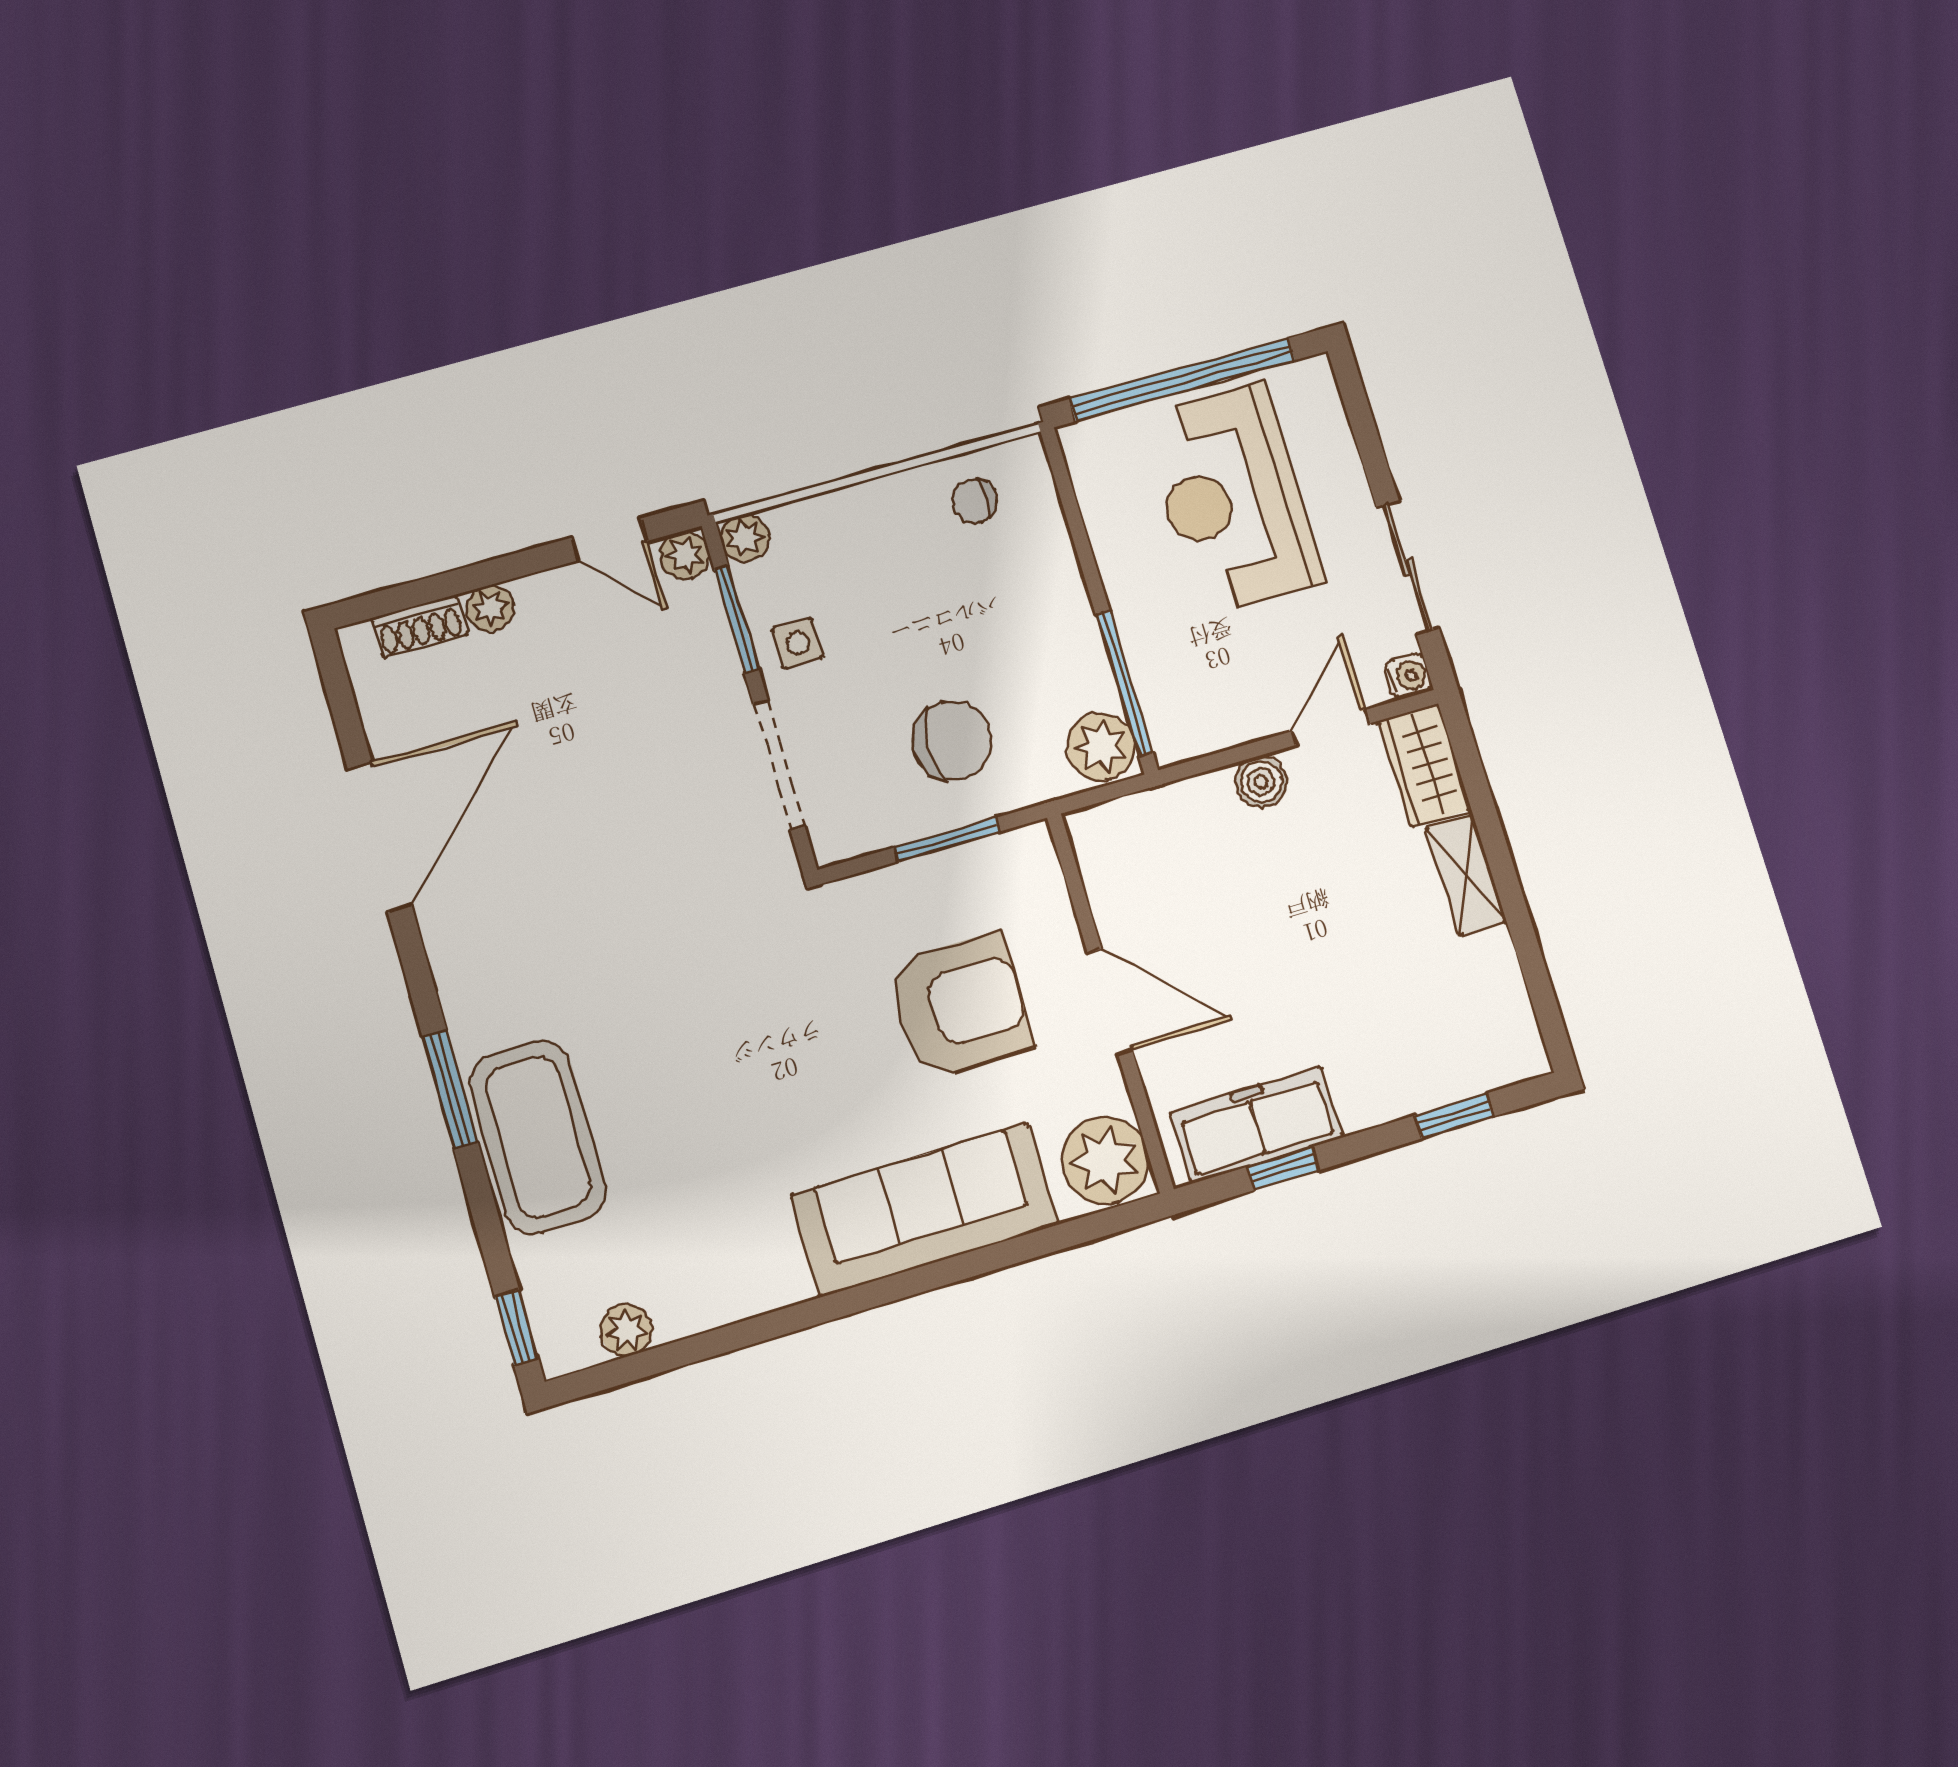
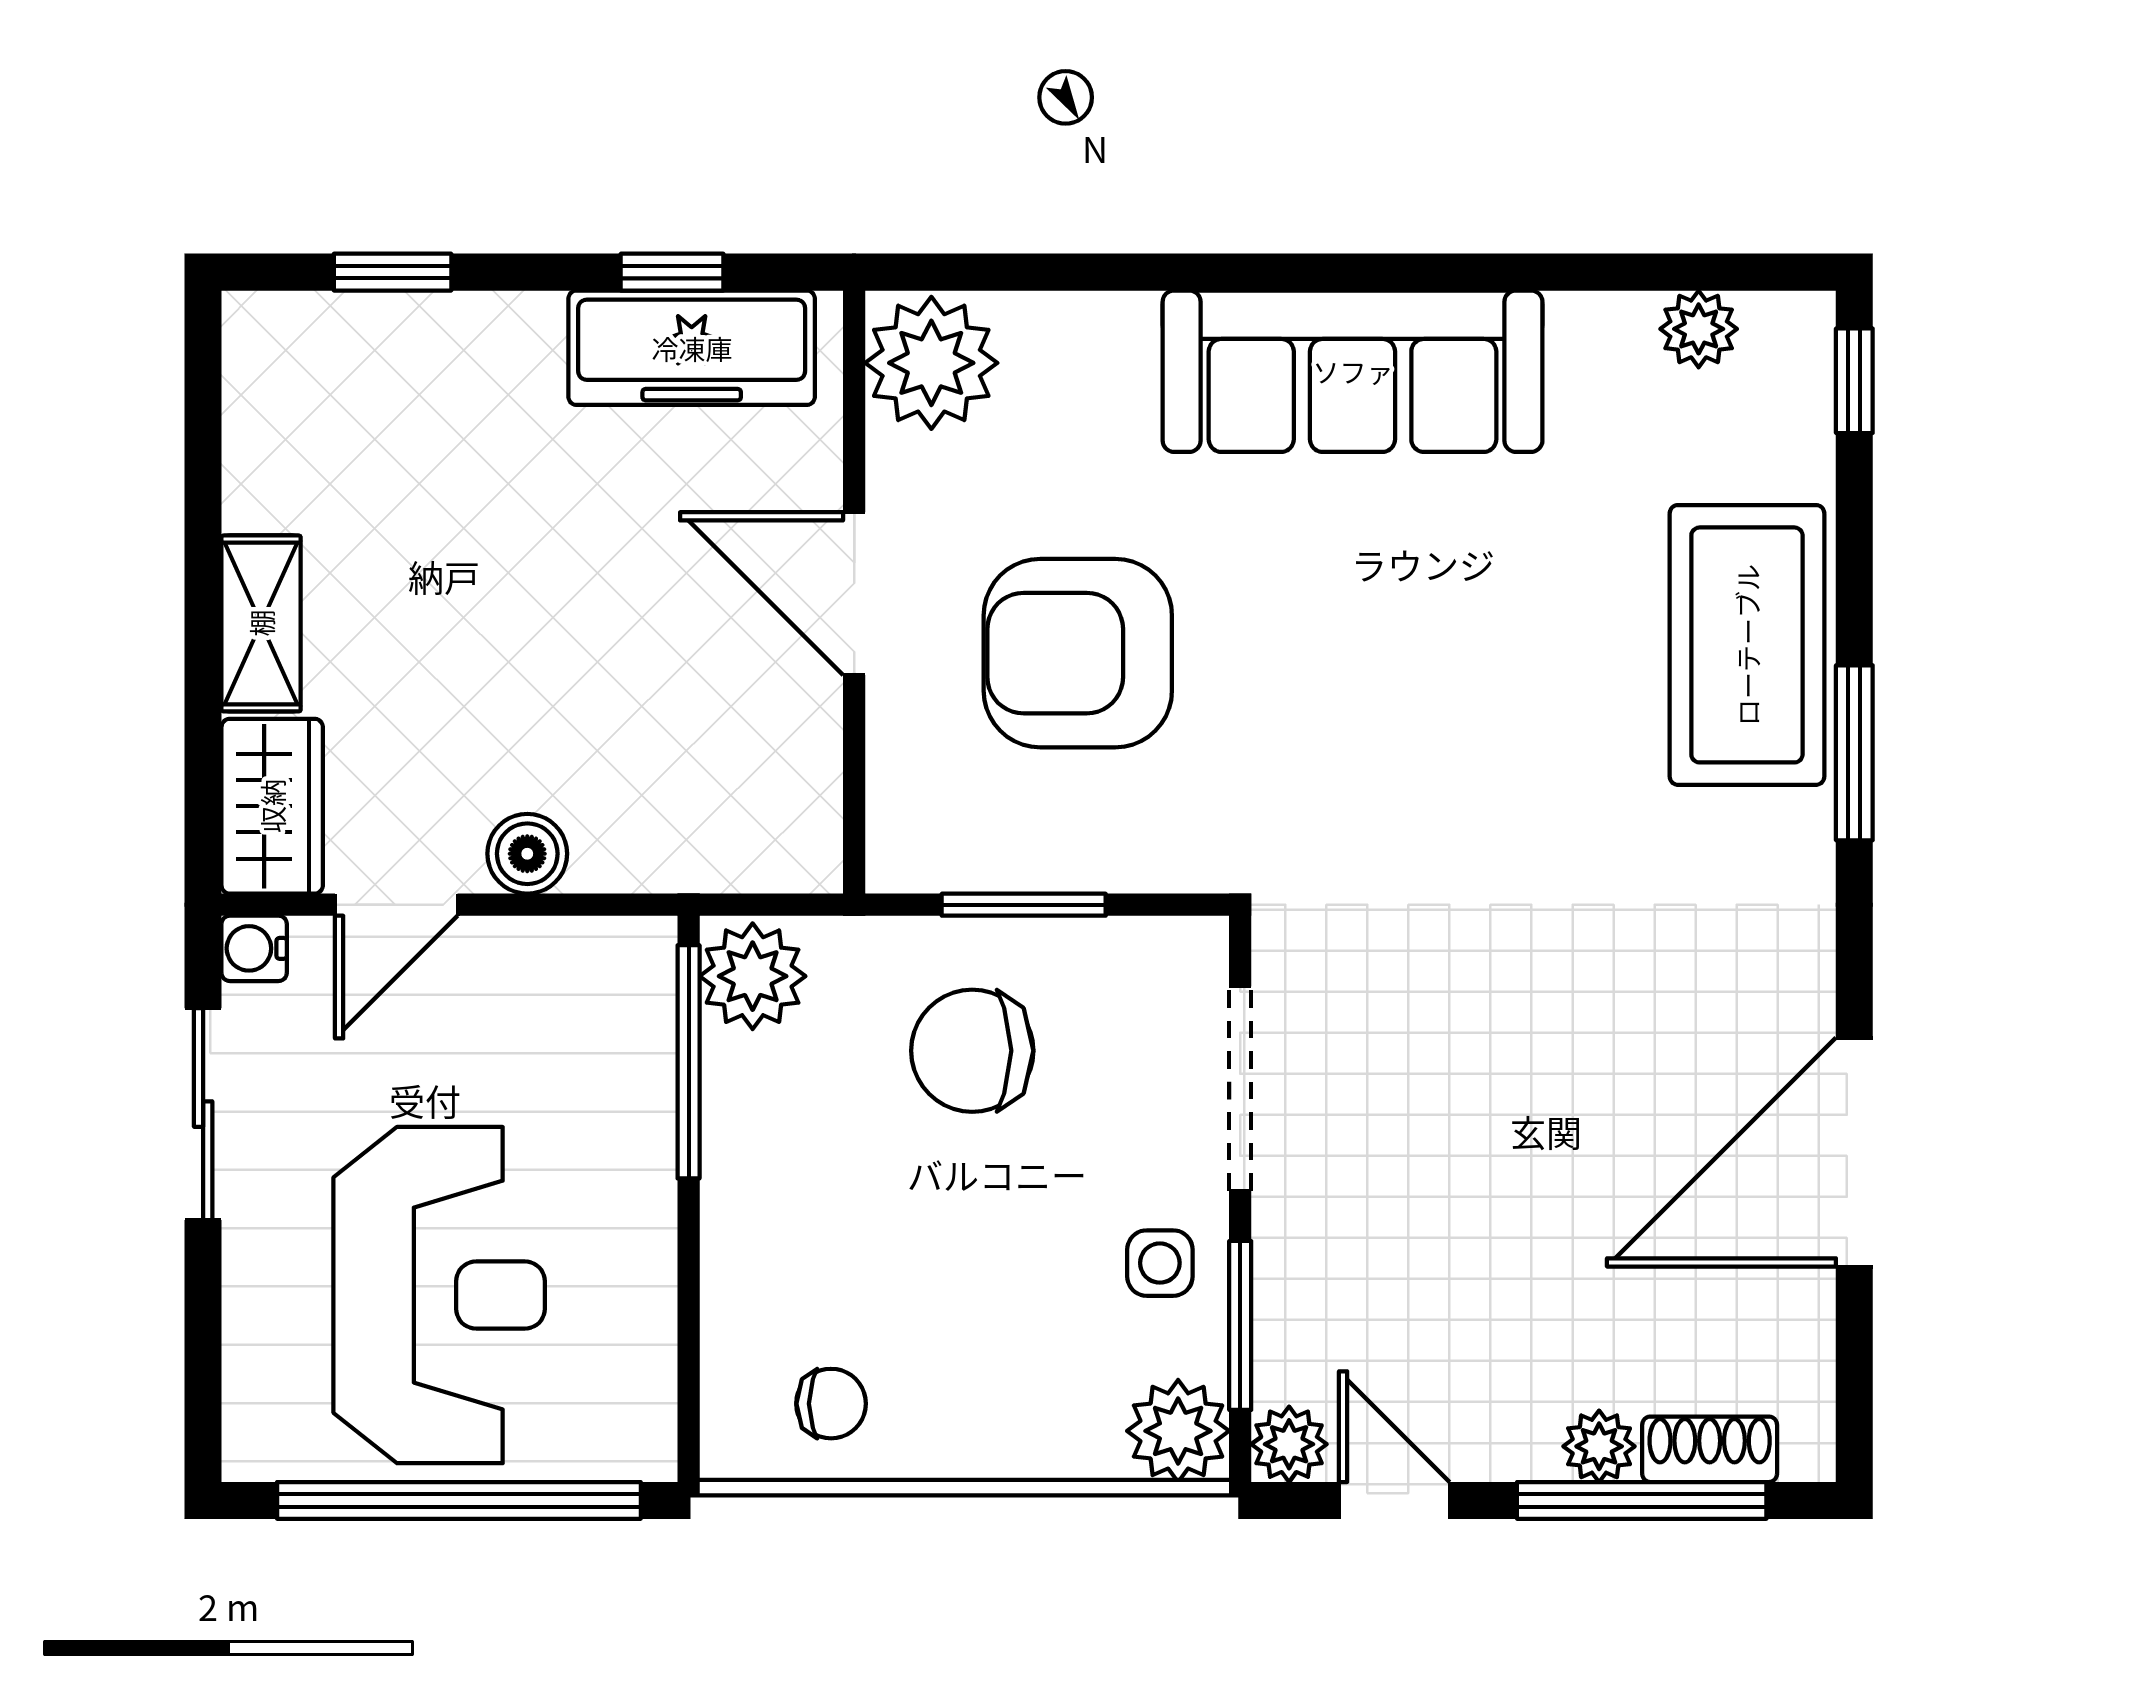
plant: (745, 538) -> (1178, 1431), width x1.38, depth x1.38
window: (454, 583) -> (1642, 1500), added
sofa: (925, 1210) -> (1353, 371), moved

